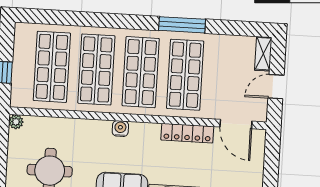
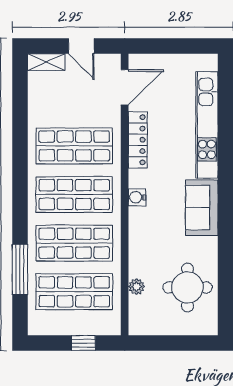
window: (182, 25) -> (20, 269), moved
plant: (16, 122) -> (136, 287), moved
water cooler: (120, 129) -> (137, 197), moved

